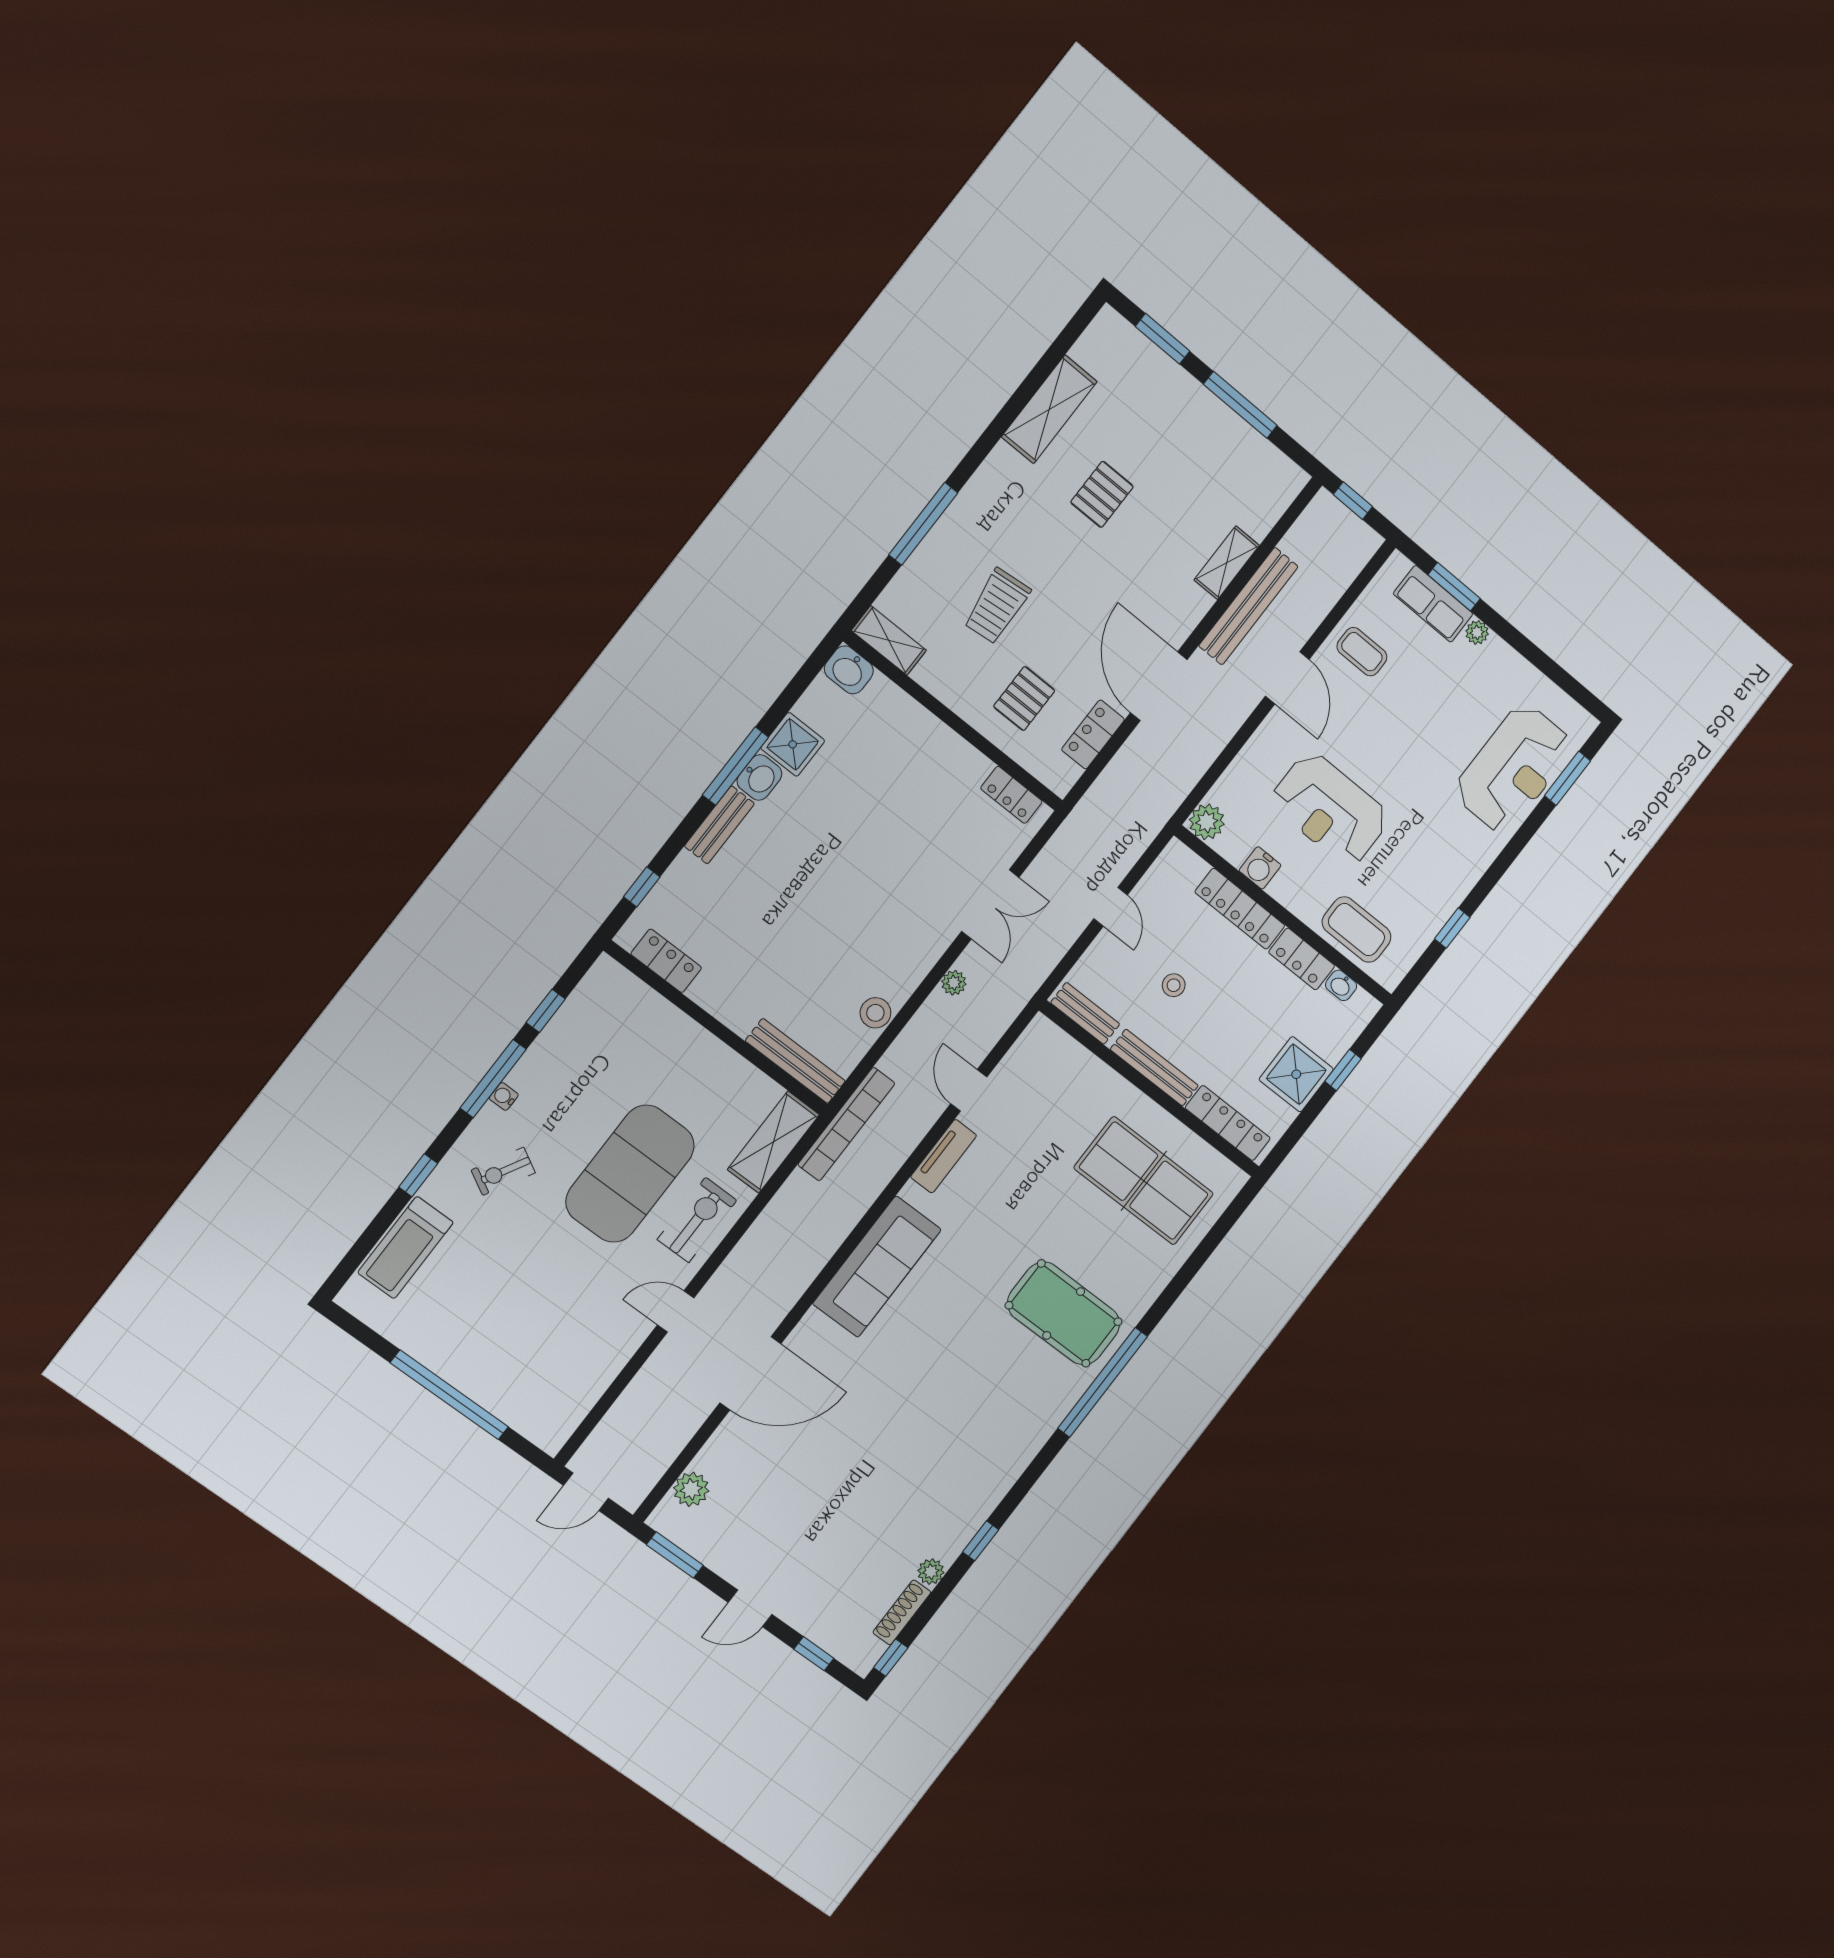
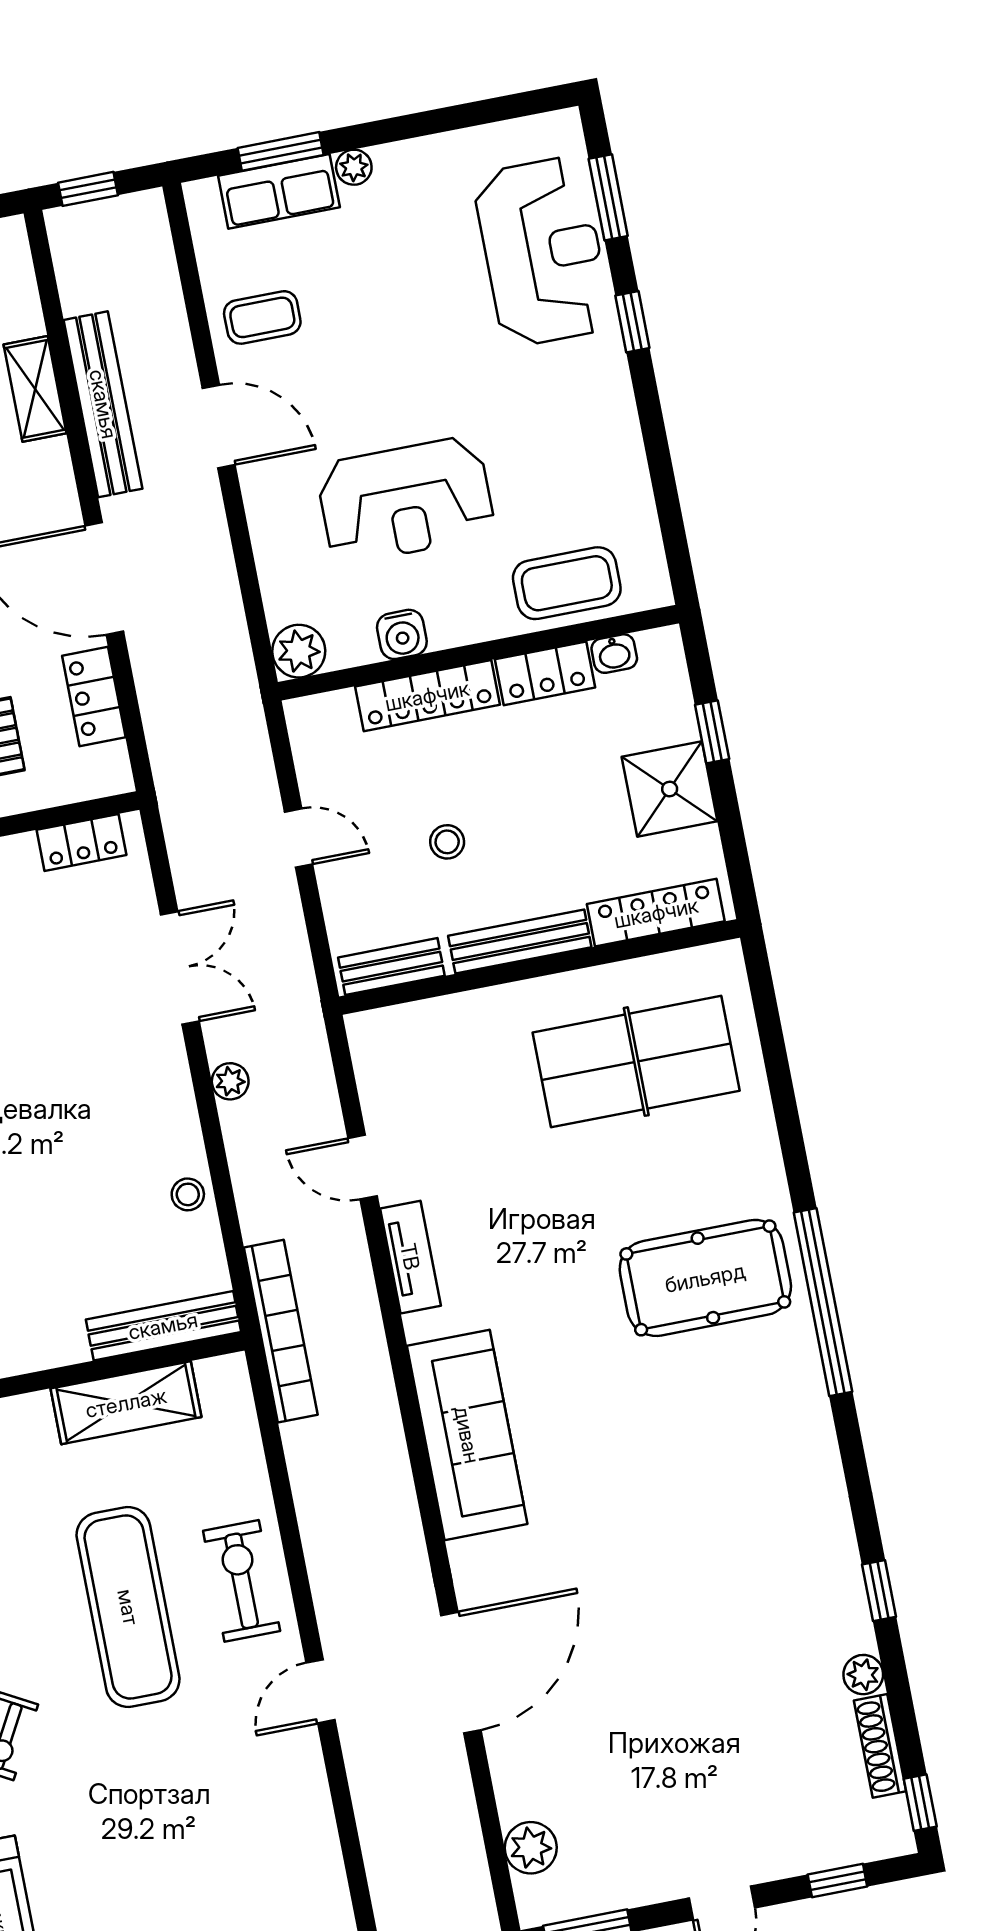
window: (1452, 928) -> (632, 322), moved
stool: (875, 1013) -> (188, 1194), width x0.73, depth x0.73
shelving: (773, 1142) -> (126, 1403), moved, turned 90
exercise mat: (630, 1174) -> (128, 1607), width x0.68

